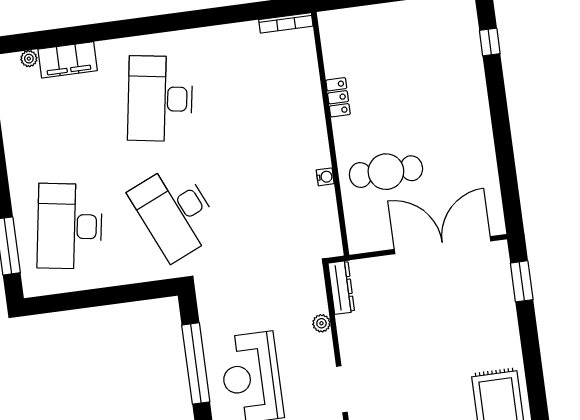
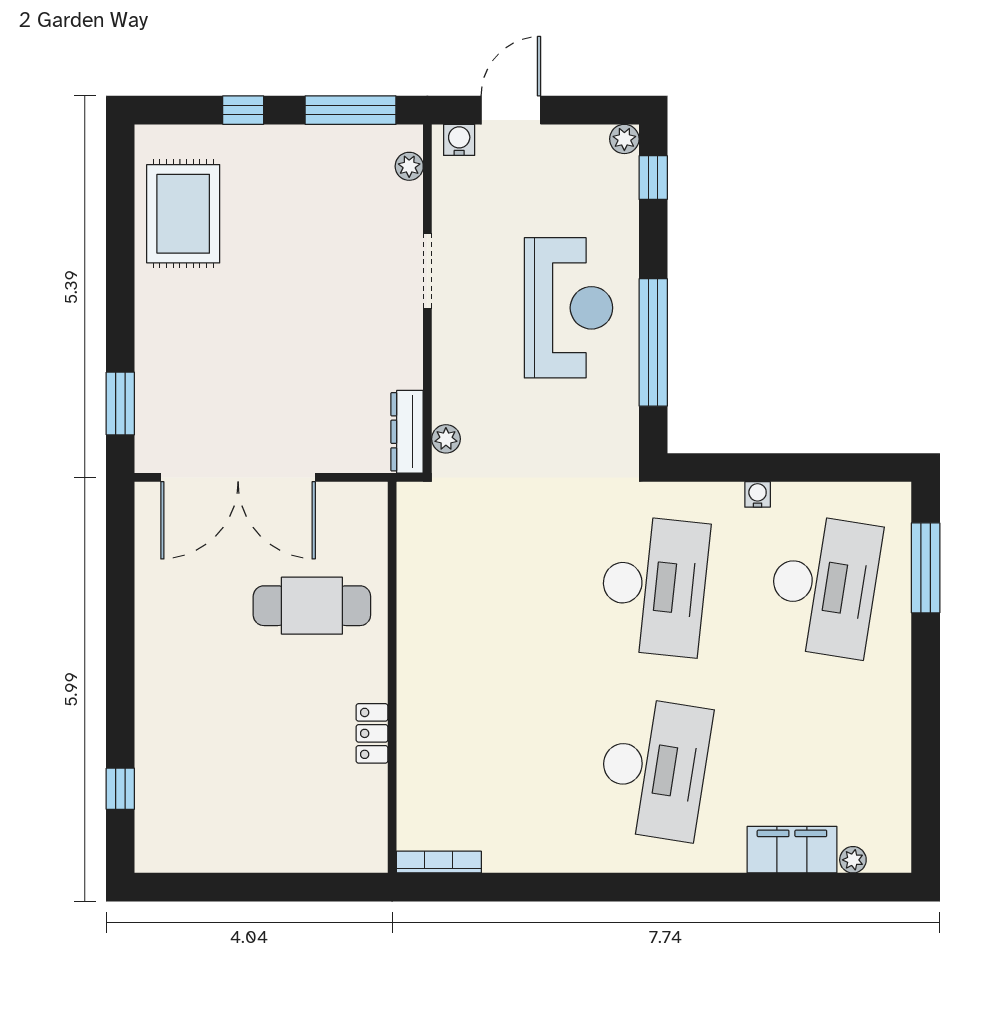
water cooler: (325, 177) -> (758, 494), moved, turned 90
desk: (175, 212) -> (654, 586), turned 30
plant: (321, 323) -> (446, 439), moved

